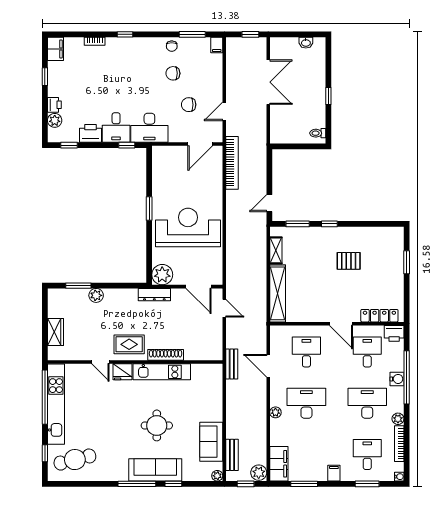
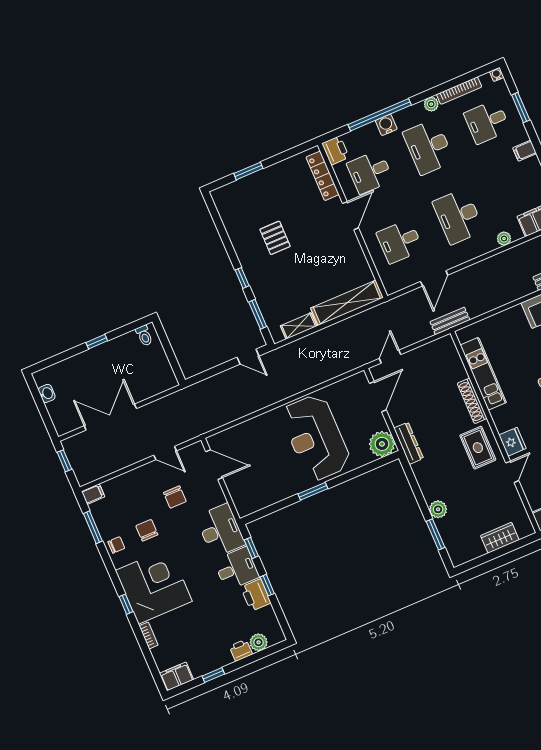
corner desk: (130, 61) -> (154, 586), added
chair: (173, 73) -> (147, 530), turned 180
window: (69, 145) -> (267, 585), moved
bookcase: (232, 163) -> (220, 419), removed
kitchen unit: (162, 372) -> (483, 374), moved
plant: (275, 412) -> (504, 239), moved

